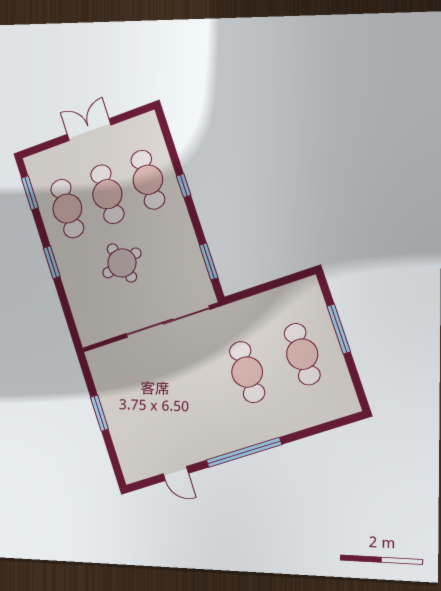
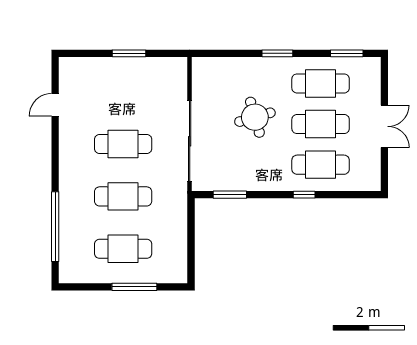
cafe table: (193, 390) -> (123, 144), added
window: (244, 452) -> (55, 227), moved

